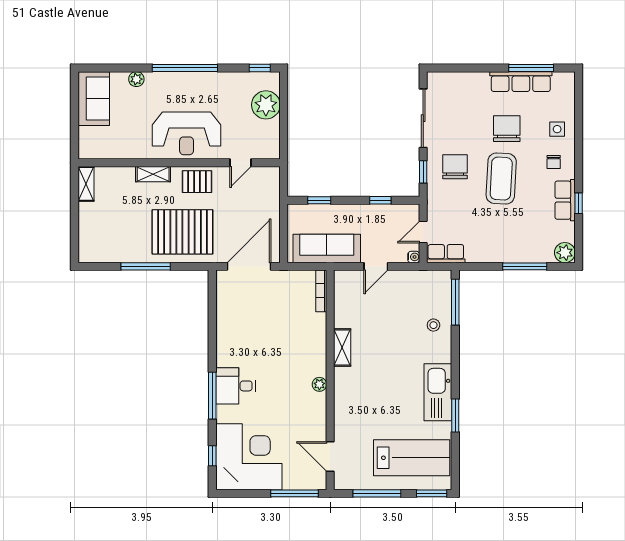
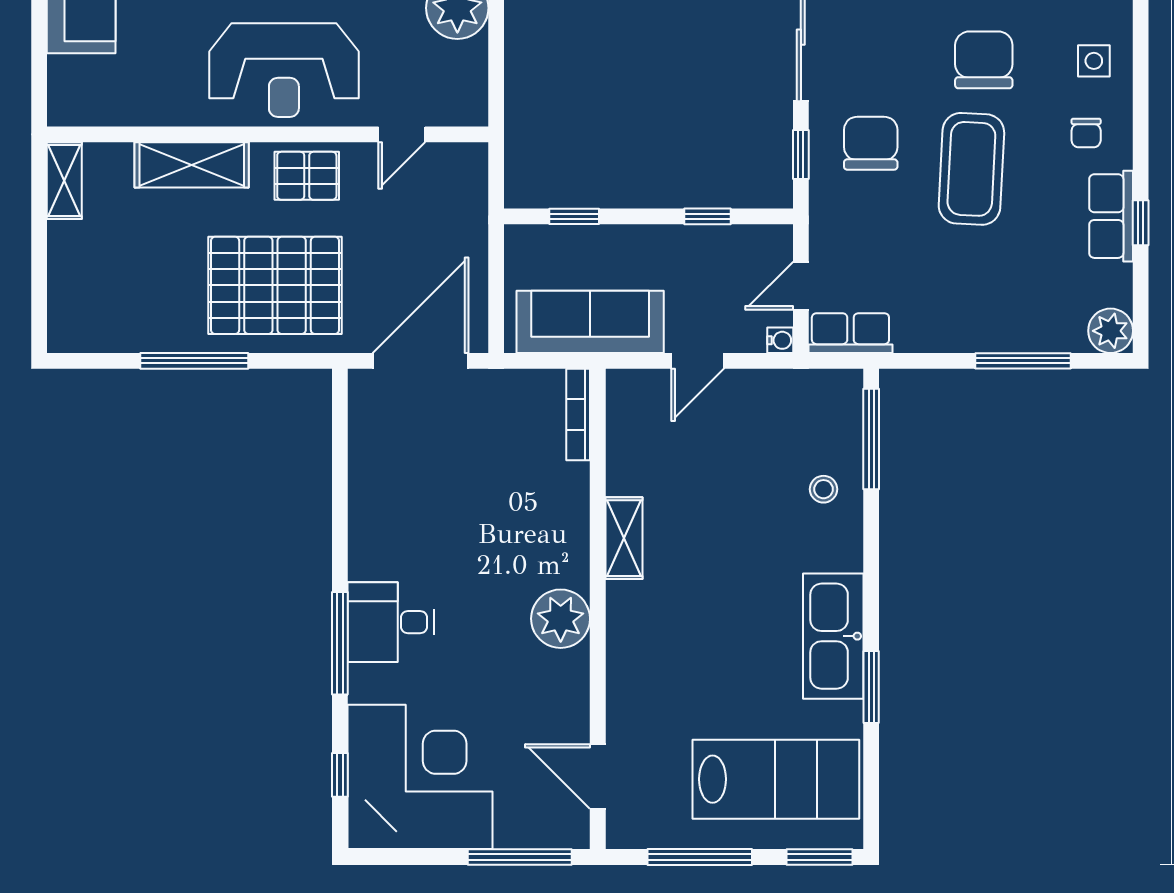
shelving: (153, 174) -> (192, 165), width x1.50, depth x1.33
plant: (319, 384) -> (561, 619), width x1.88, depth x1.88

